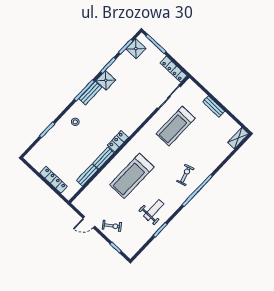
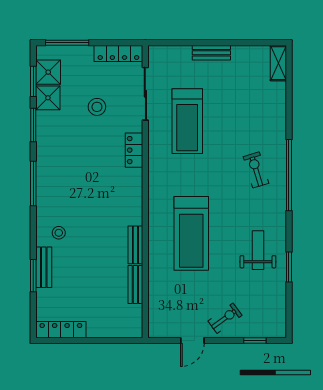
shower: (106, 80) -> (48, 98), moved
stool: (143, 83) -> (97, 107), added
bench: (90, 93) -> (44, 267), moved
locker: (118, 141) -> (134, 150), moved
locker: (53, 180) -> (61, 330), moved

